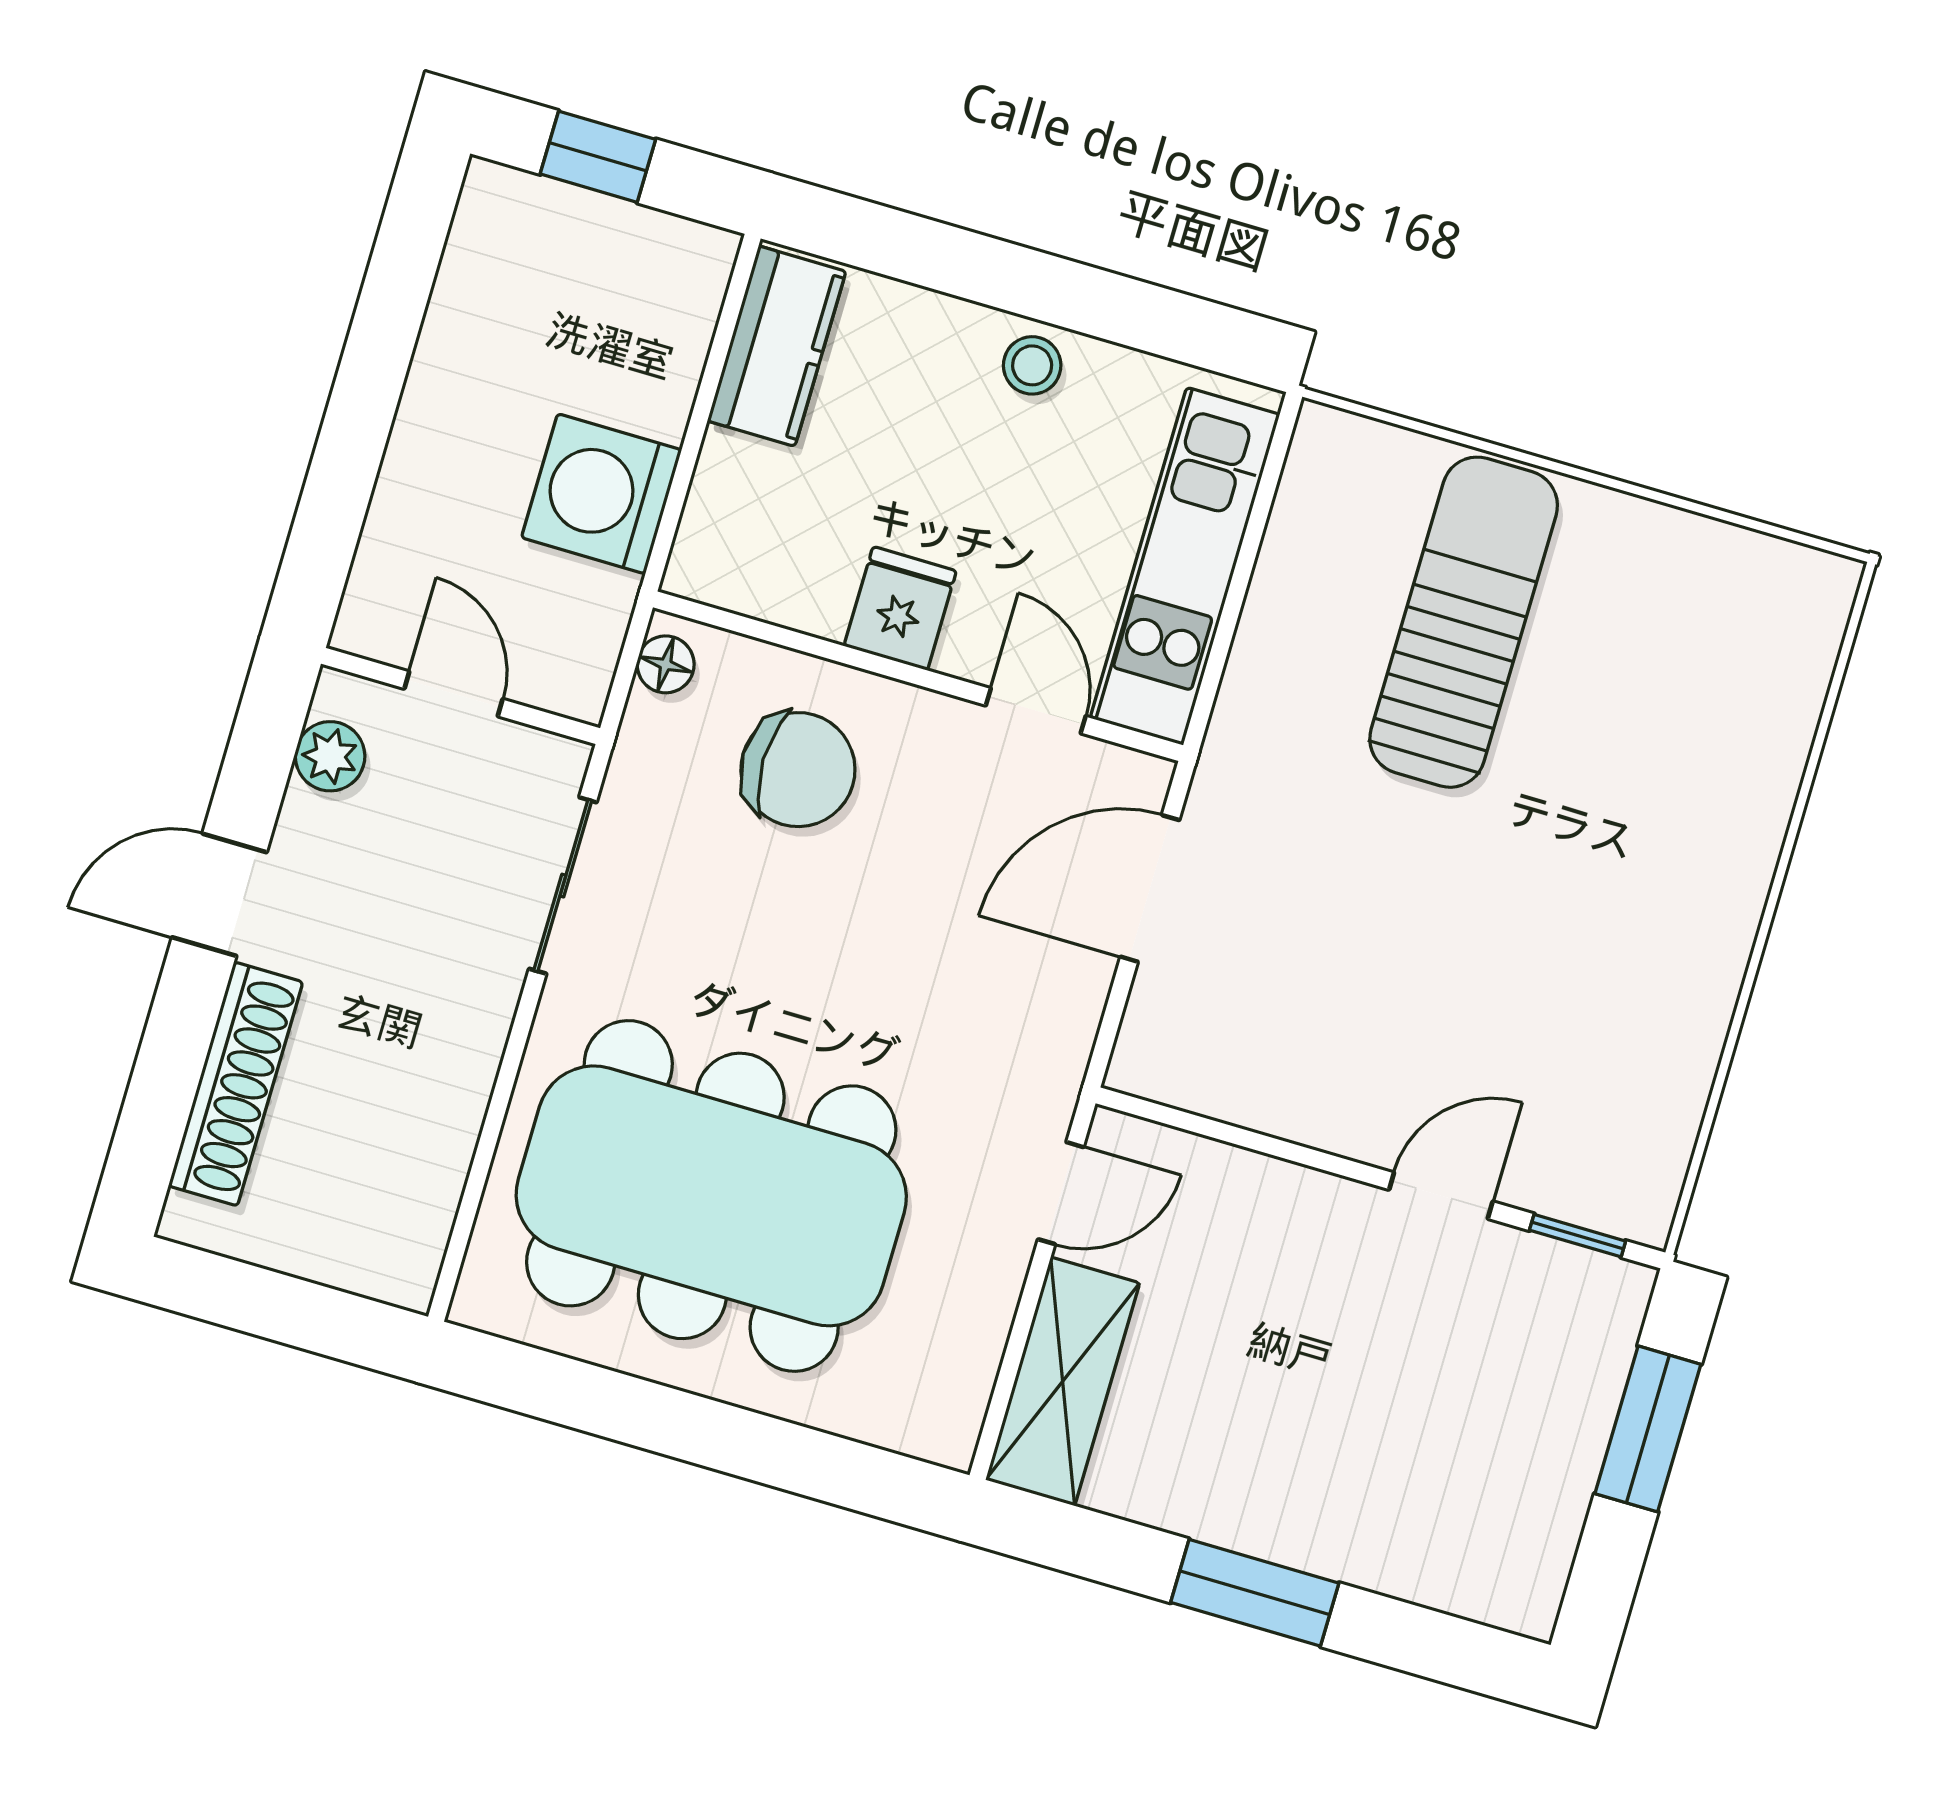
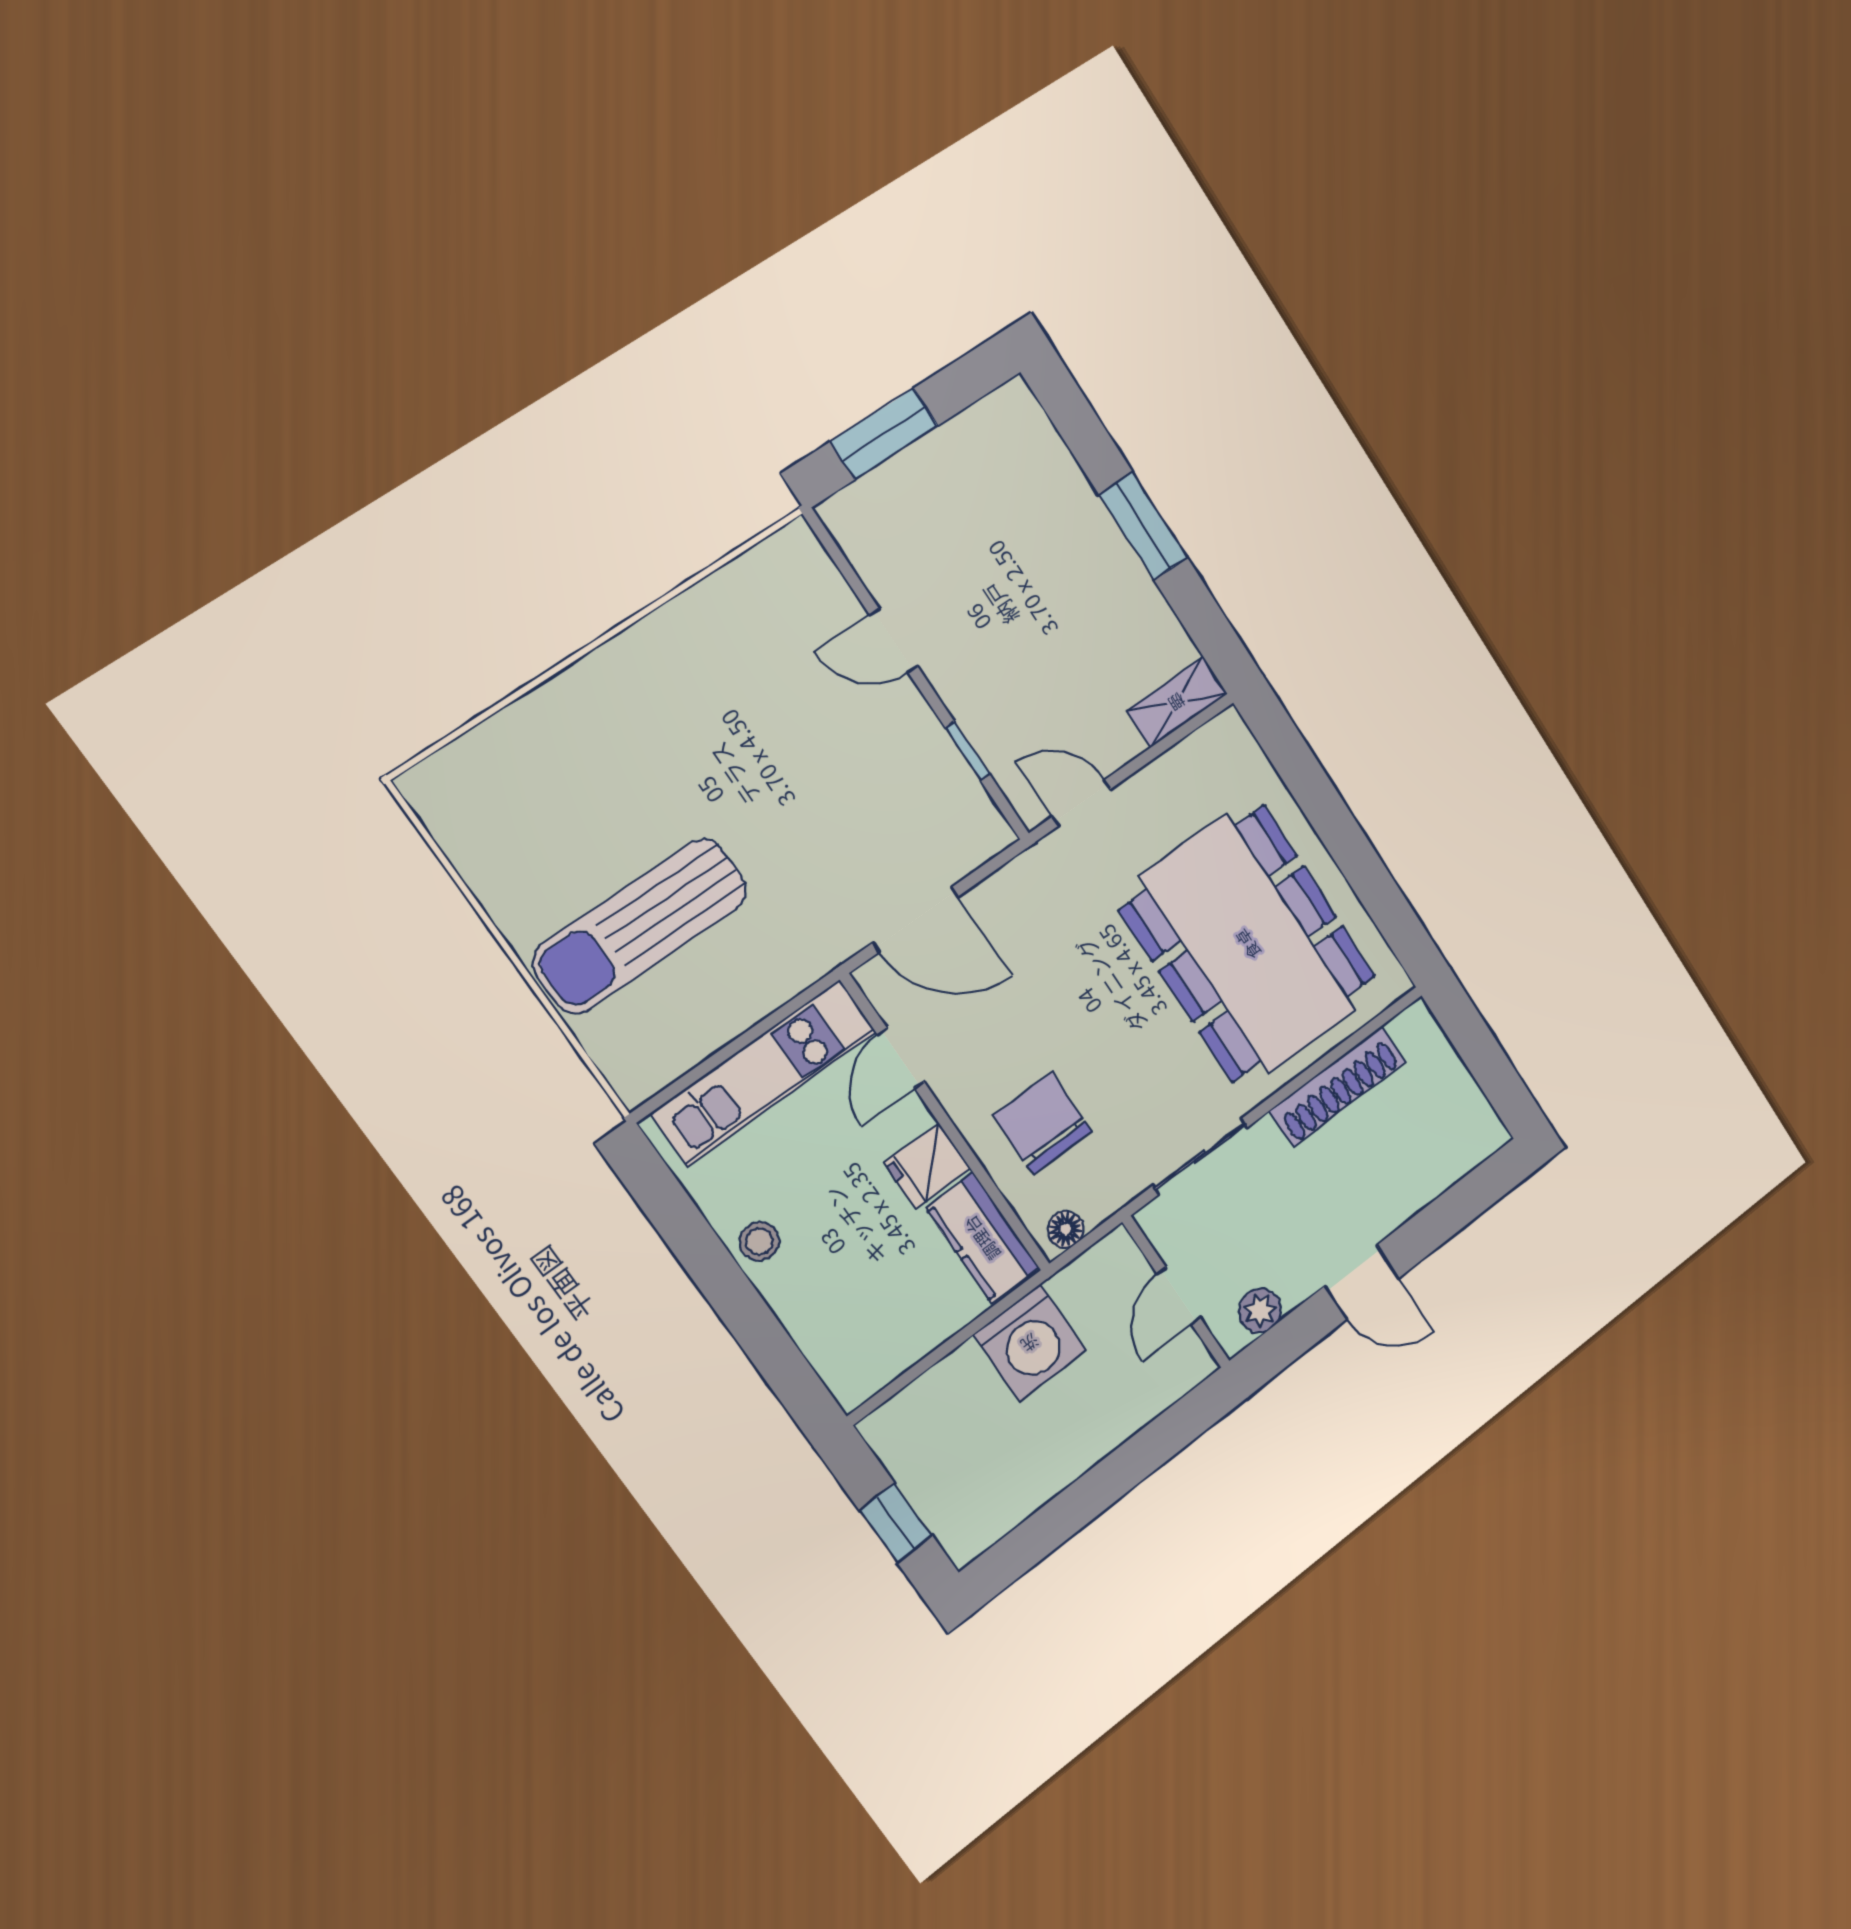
kitchen counter: (777, 346) -> (982, 1238), moved, turned -90
shoe rack: (236, 1084) -> (1338, 1086), moved, turned 180
window: (1578, 1236) -> (968, 751), moved
shelving: (1063, 1381) -> (1177, 702), width x0.67, depth x0.75

